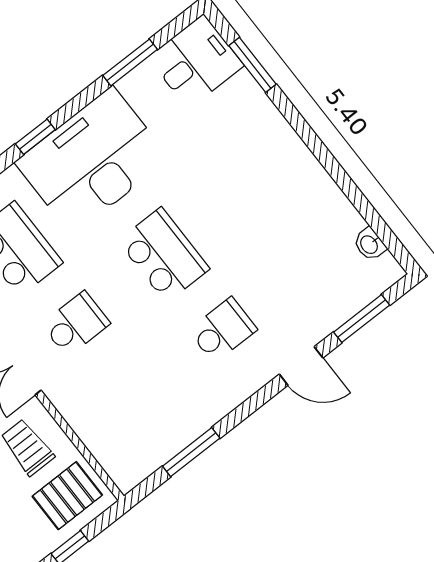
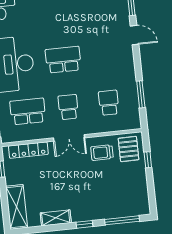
school desk: (223, 330) -> (109, 103), moved
door: (301, 366) -> (134, 35), hinge flipped

